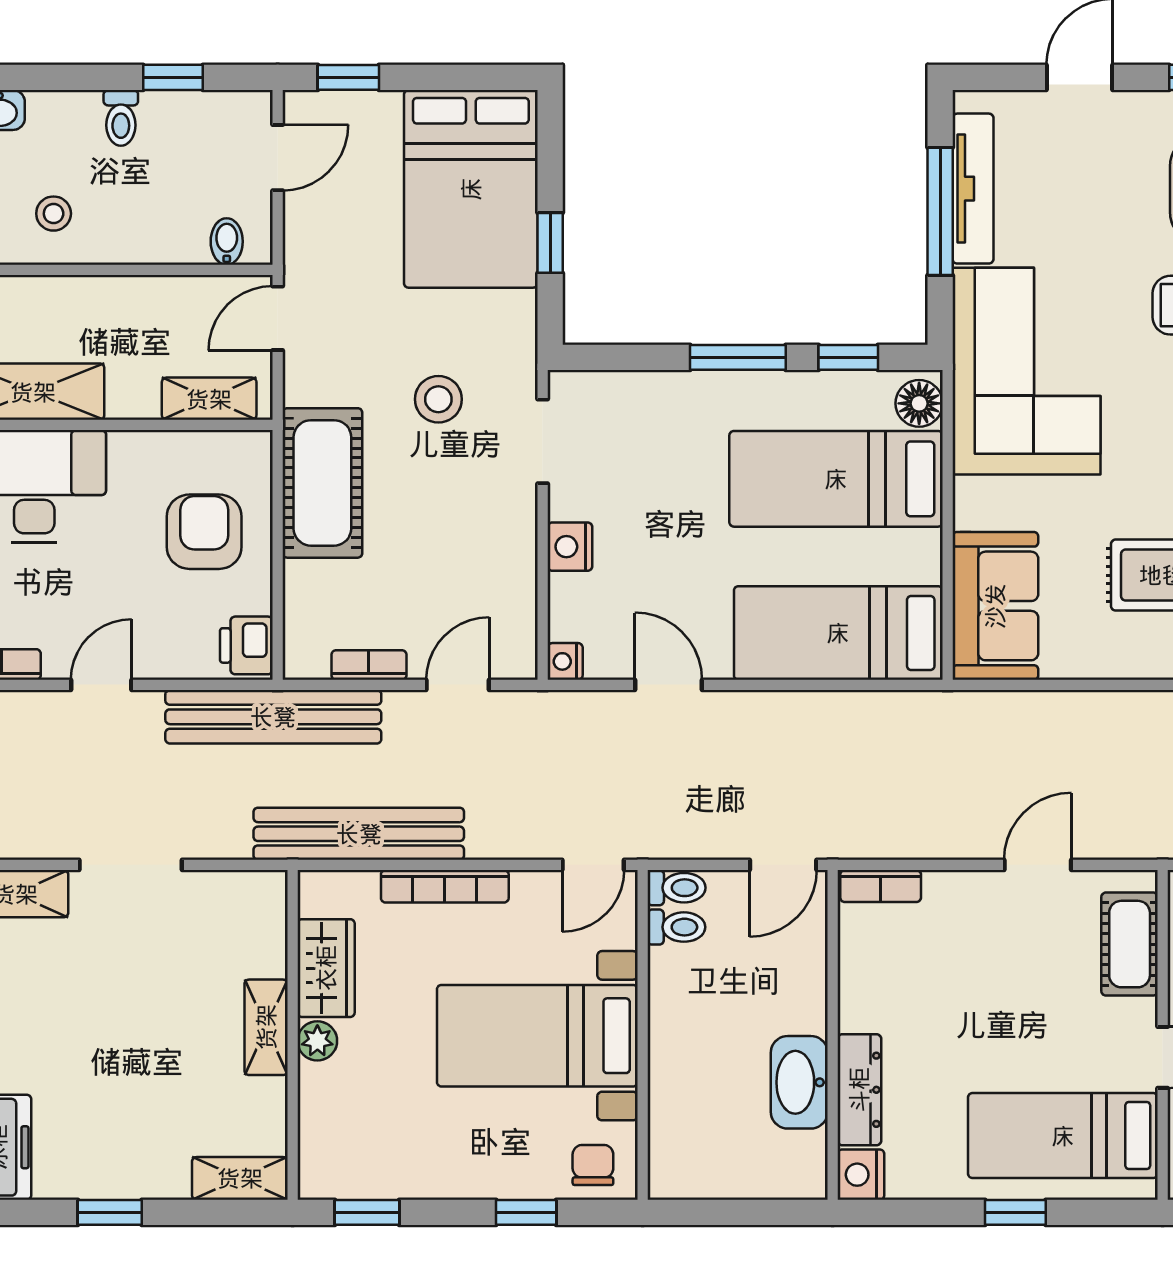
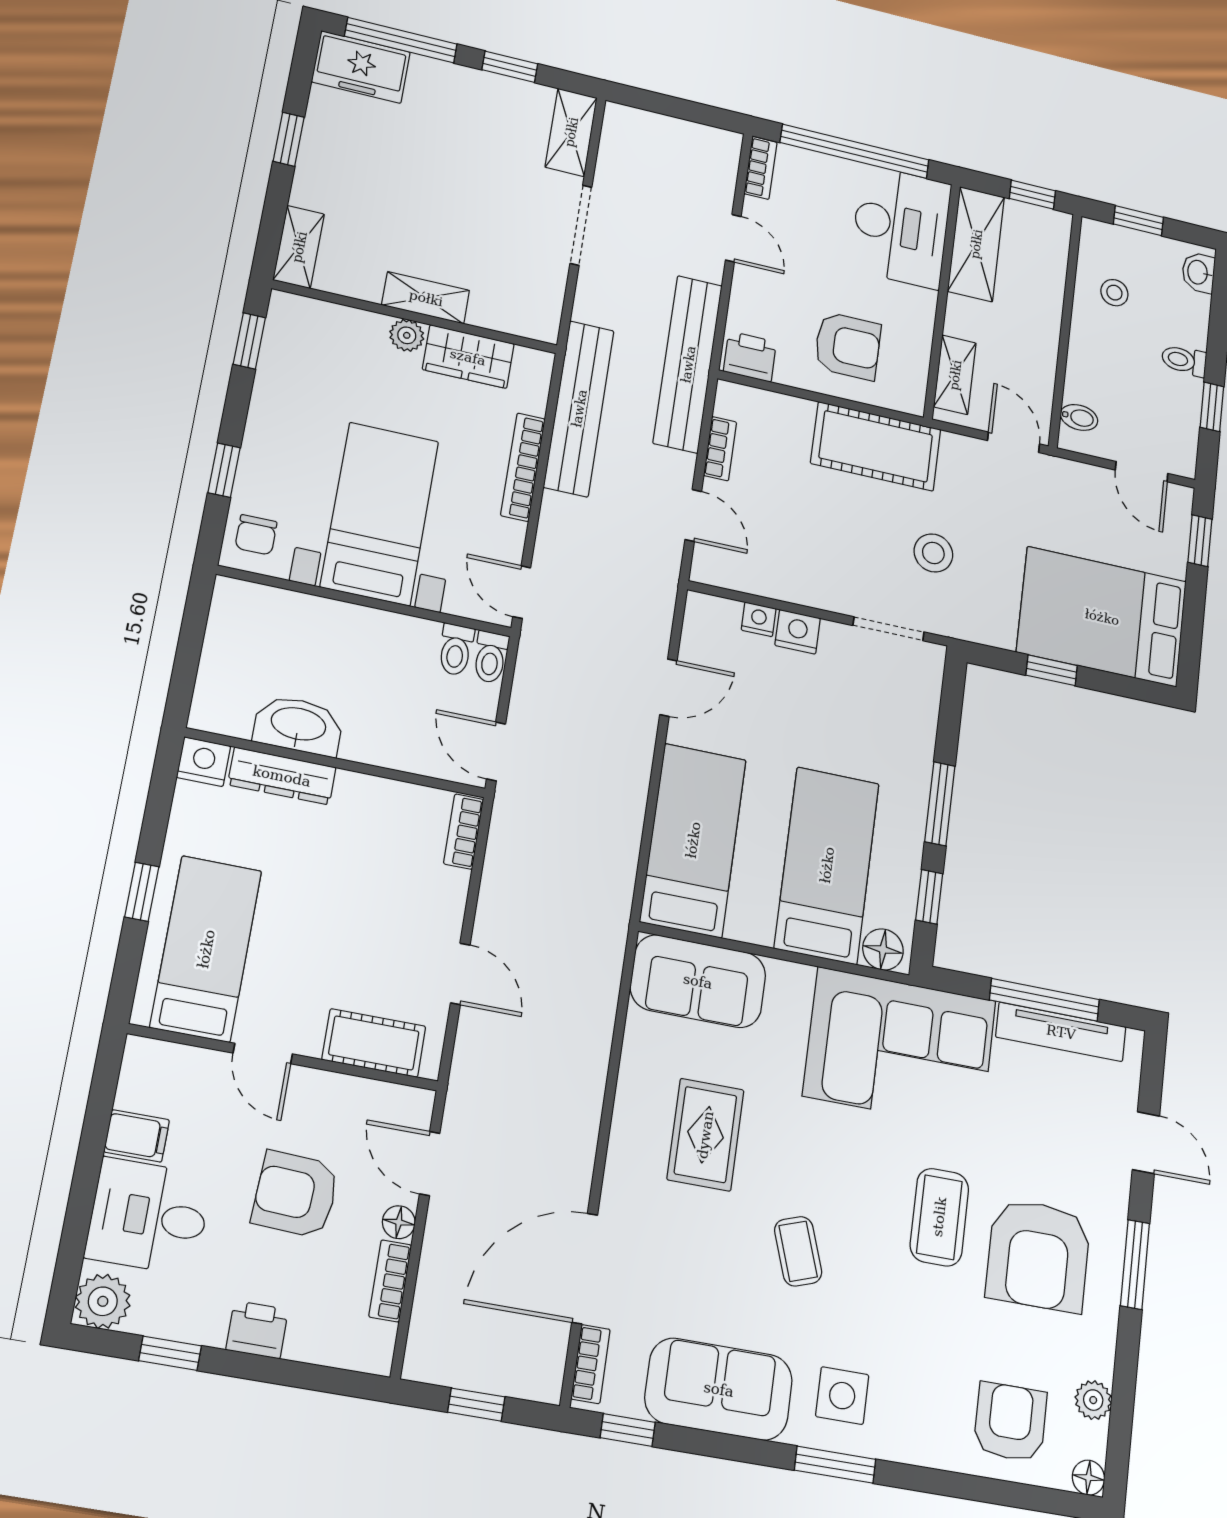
nightstand: (565, 661) -> (759, 619), moved
chair: (593, 1165) -> (256, 535), turned 90

